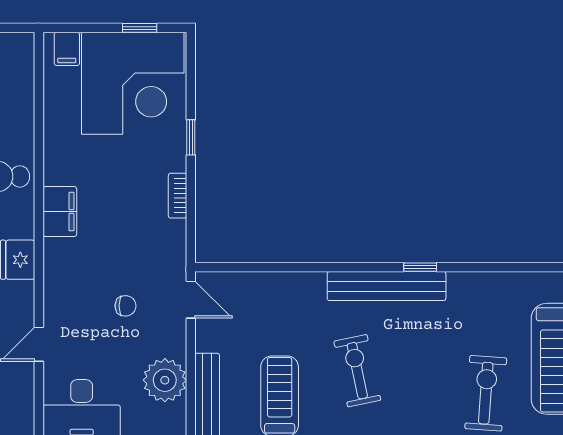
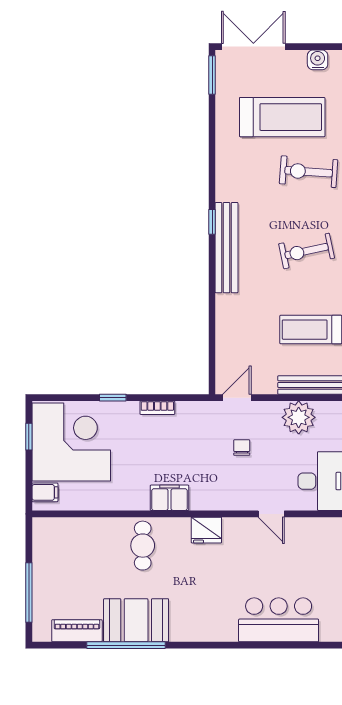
exercise bike: (357, 371) -> (307, 251), moved

